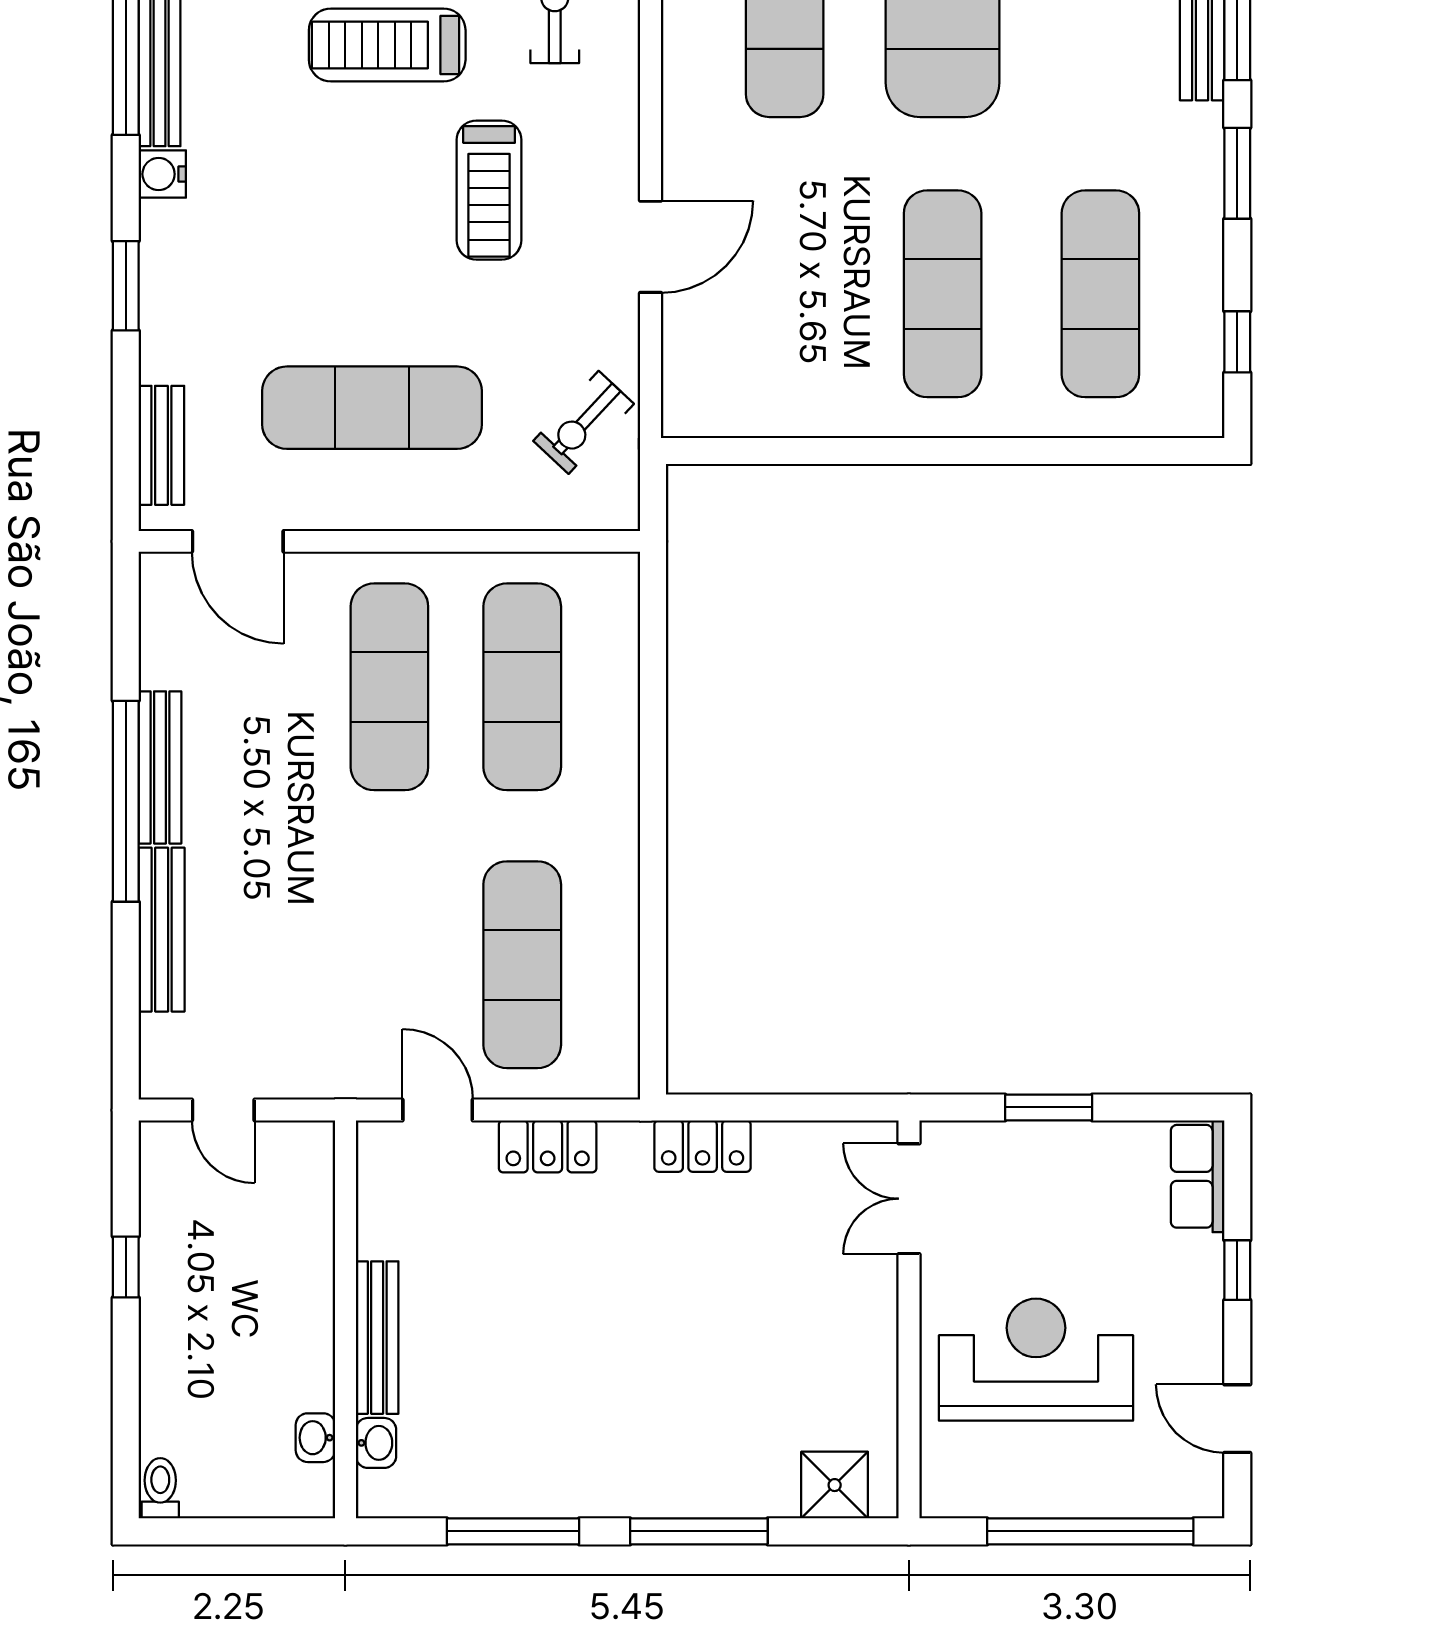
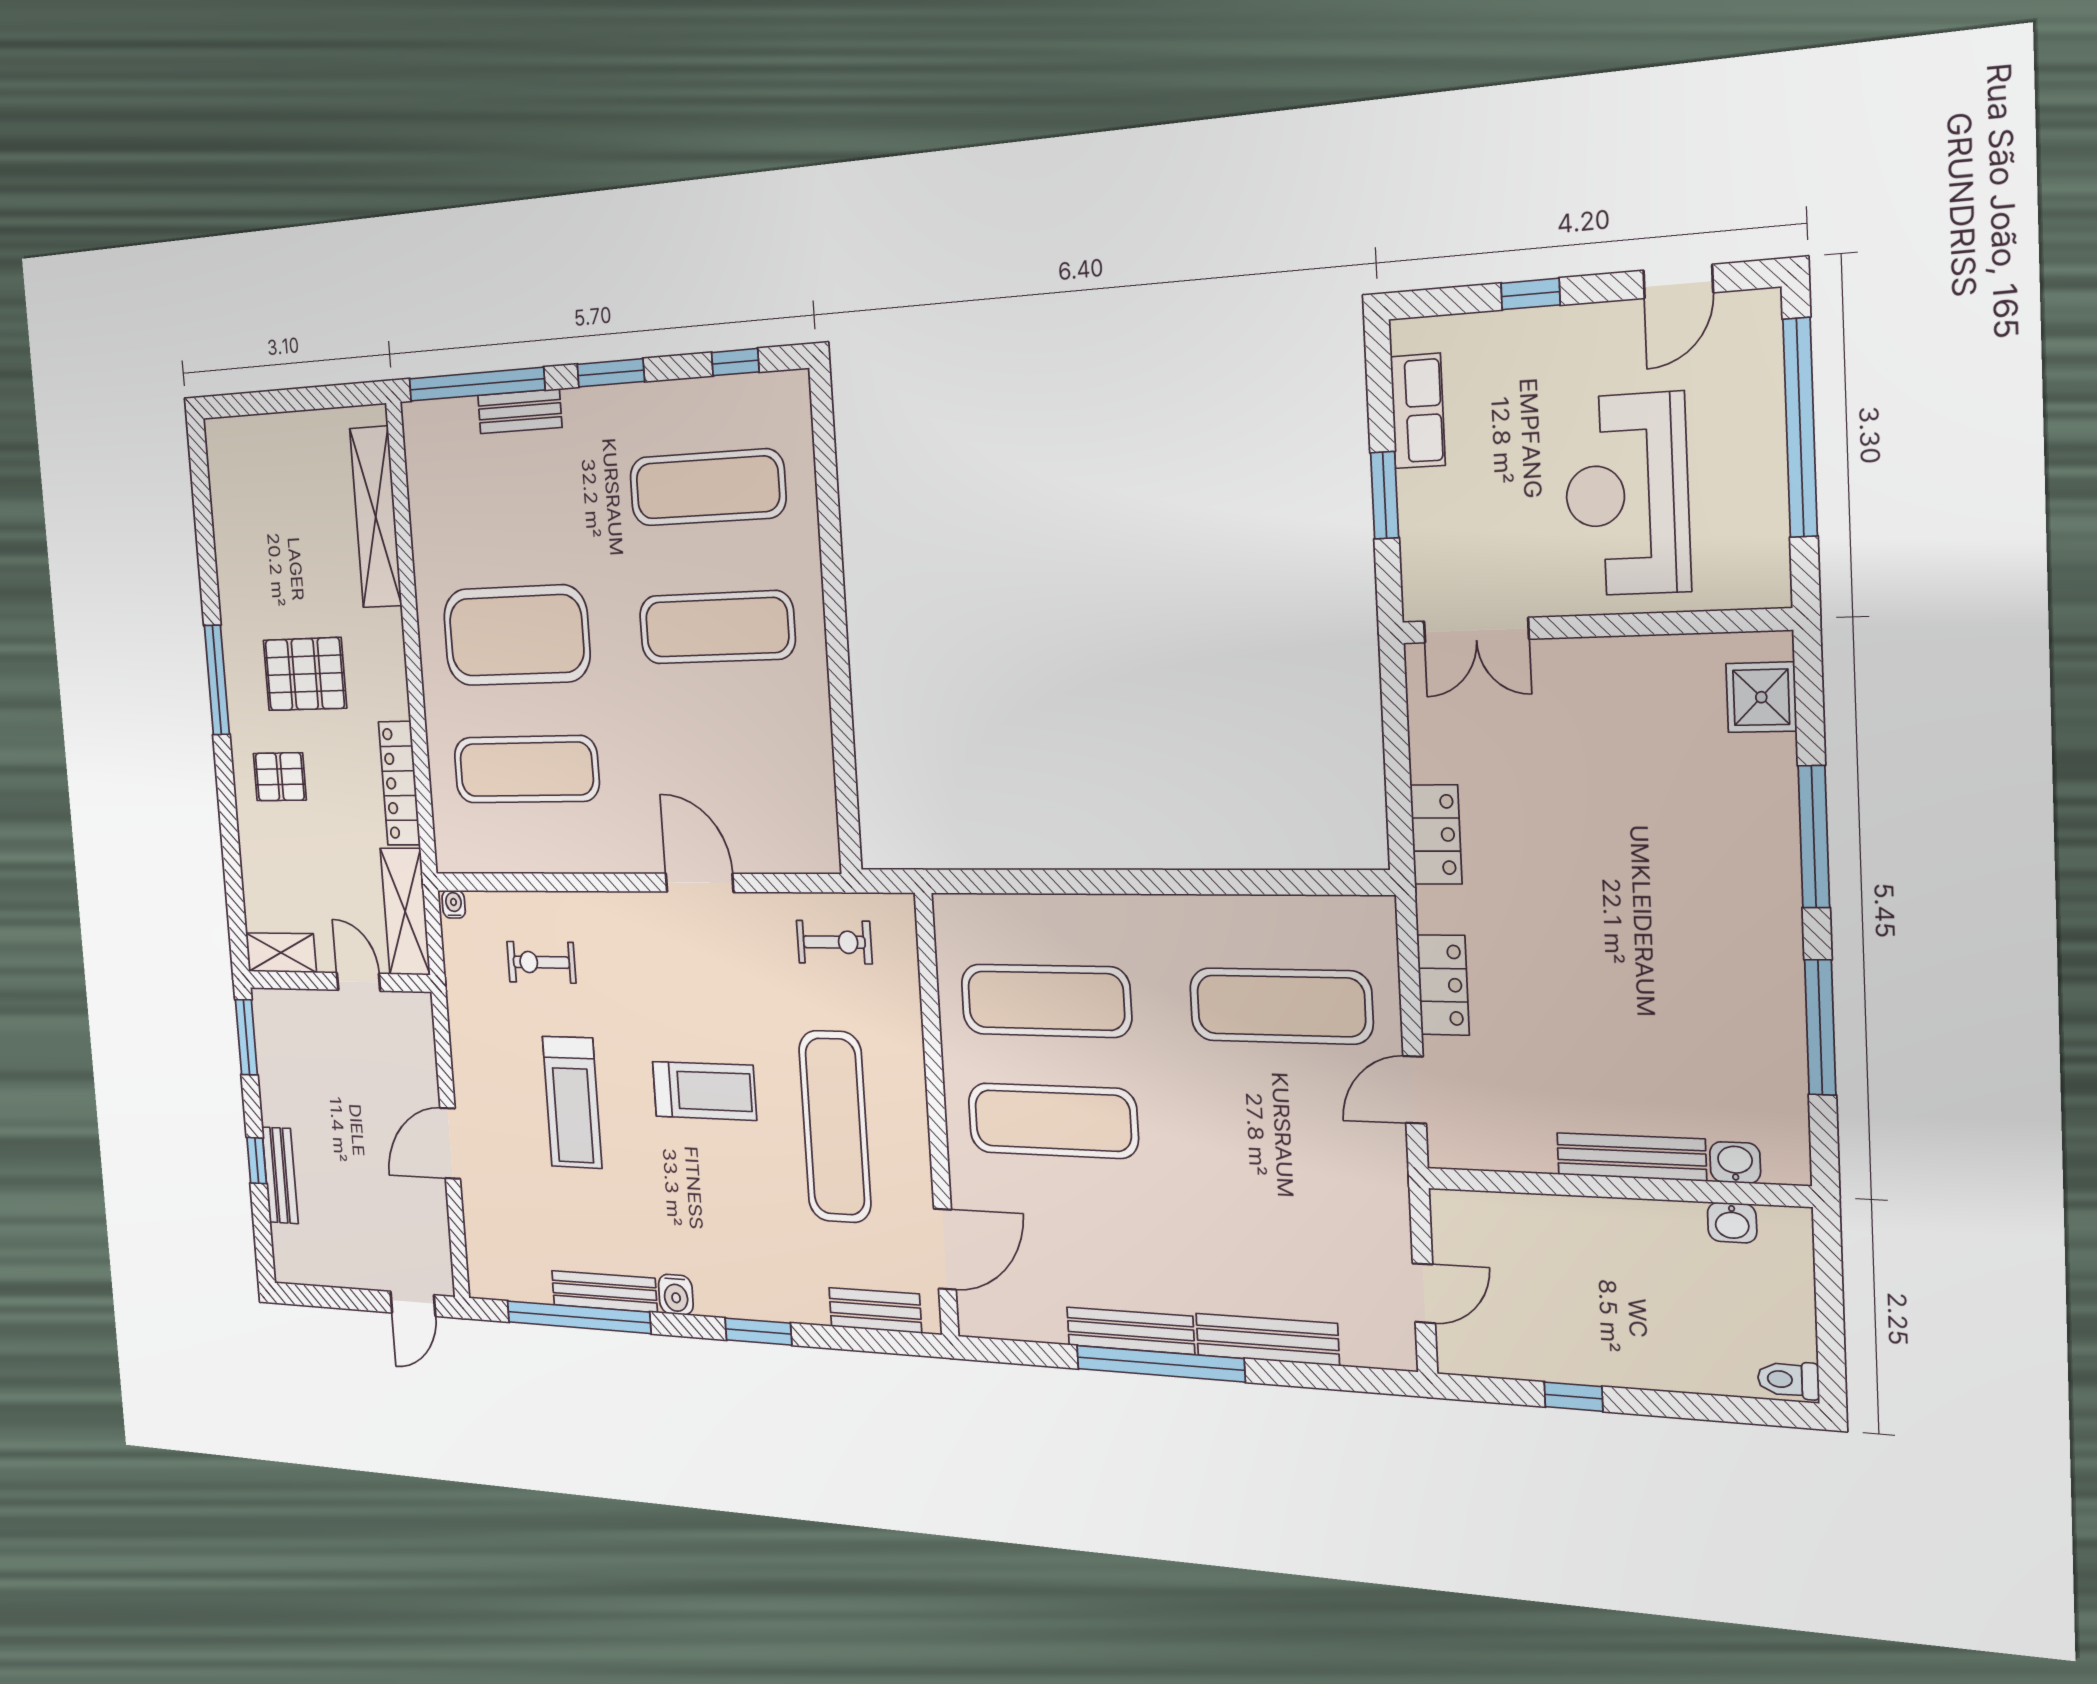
treadmill: (489, 190) -> (704, 1091), moved
exercise bike: (584, 422) -> (834, 942), turned -43
row of seats: (1198, 1176) -> (1418, 411), moved, turned -90

